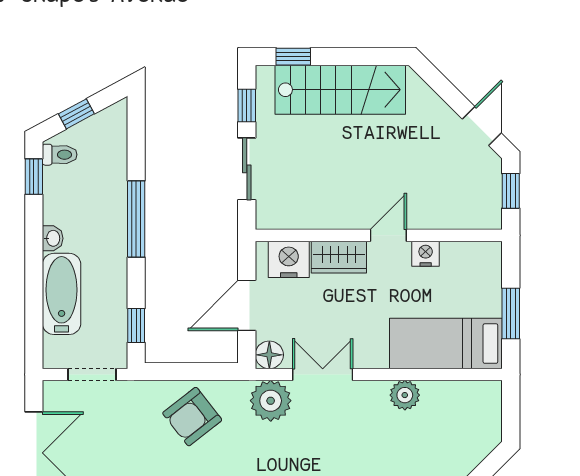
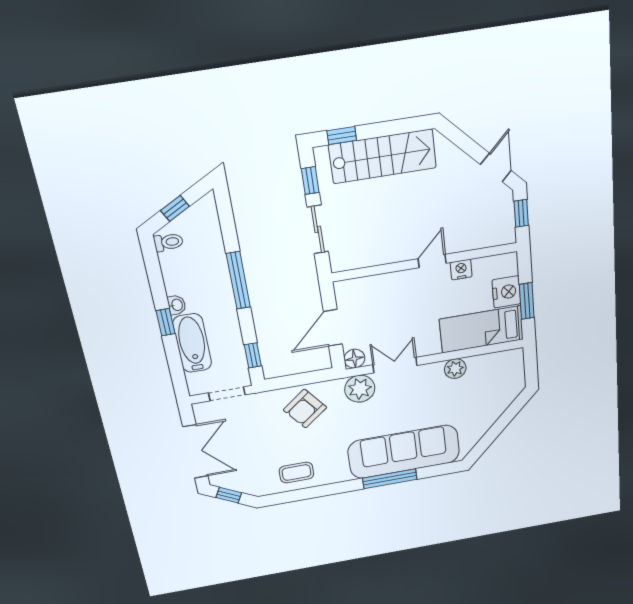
window: (34, 177) -> (166, 322), moved
wardrobe: (339, 257) -> (397, 283), removed
nightstand: (289, 259) -> (506, 292), moved, turned 90

